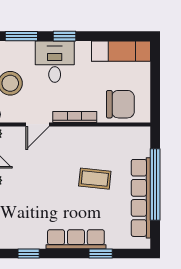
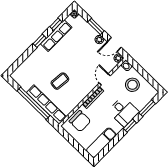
chair: (120, 104) -> (80, 121), turned -90
row of seats: (141, 198) -> (46, 105), moved
row of seats: (76, 239) -> (56, 36), moved
window: (101, 254) -> (40, 41), moved

